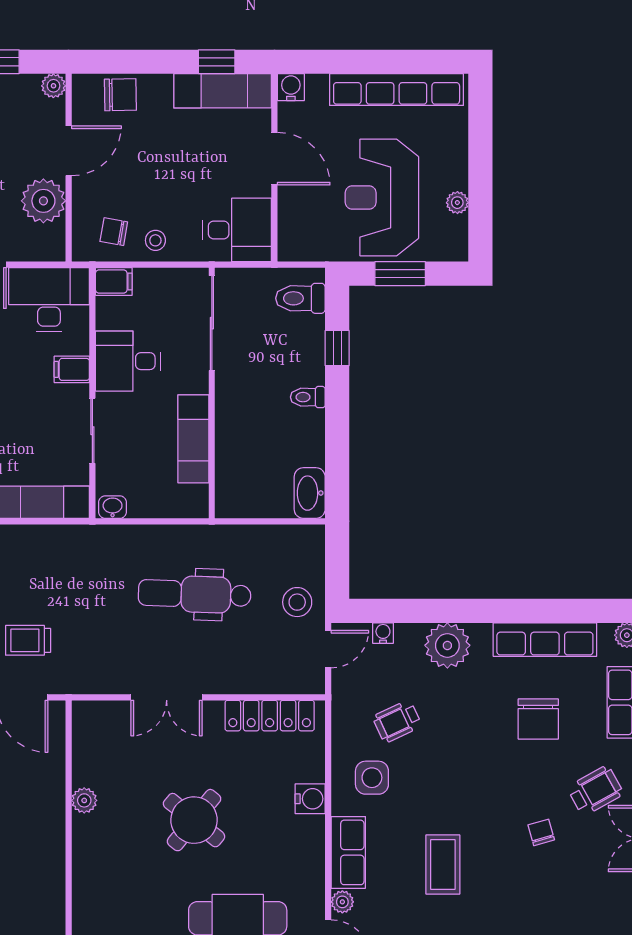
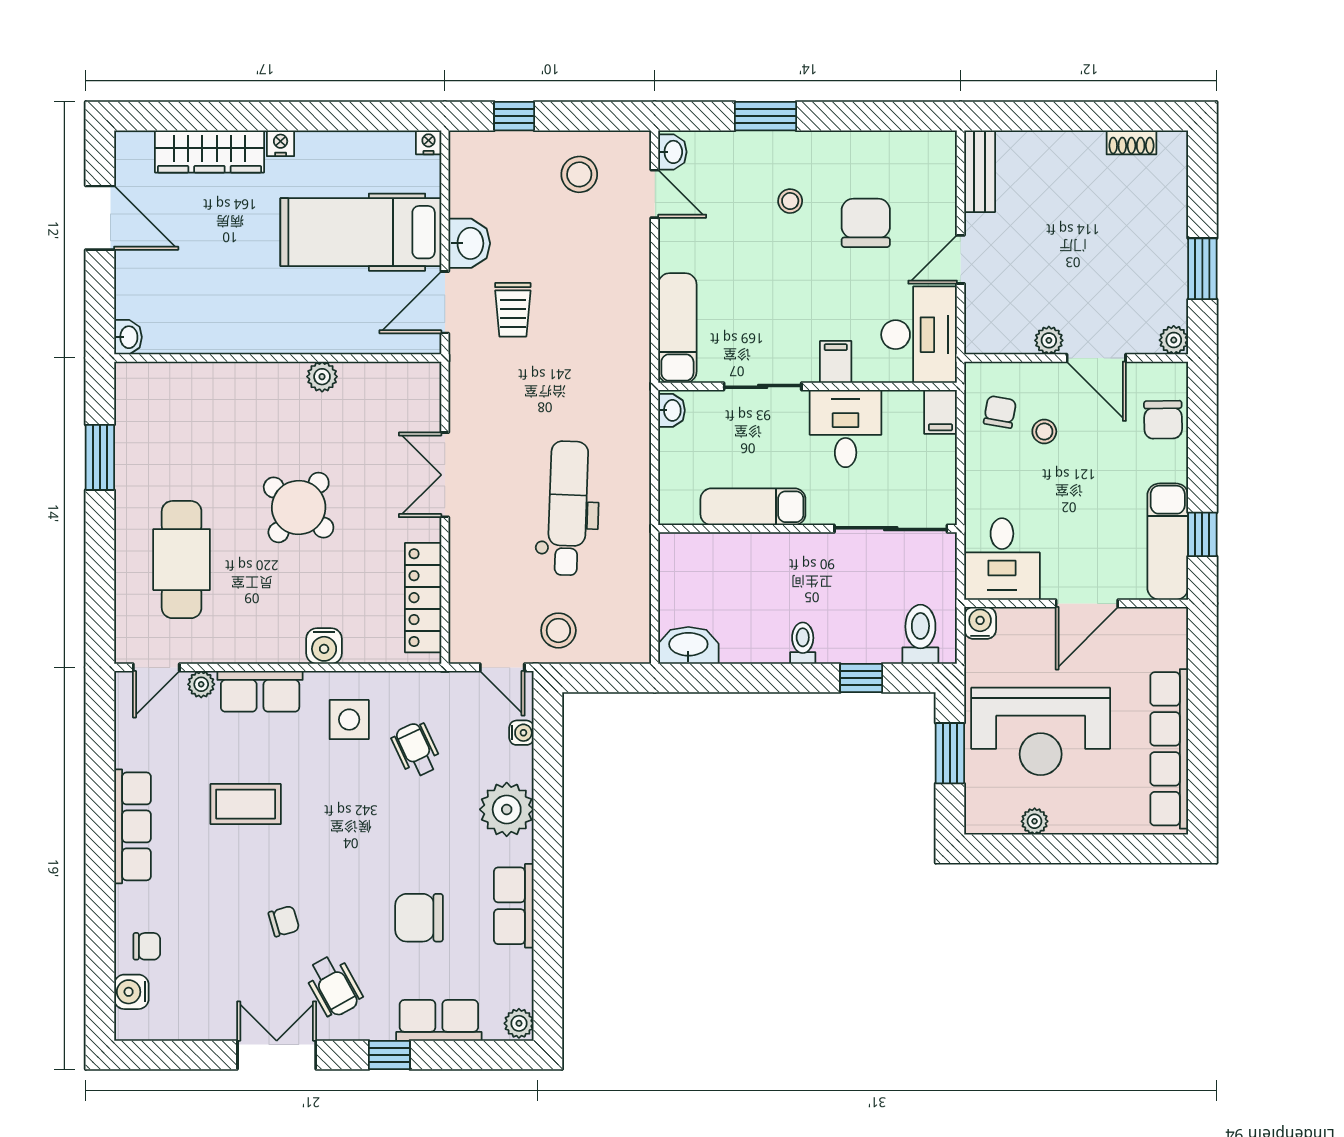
water cooler: (291, 87) -> (980, 623), moved, turned -90
reception desk: (382, 197) -> (1041, 731), turned 180
plant: (43, 201) -> (1049, 340), width x0.53, depth x0.53
stool: (155, 240) -> (1044, 432), moved
trolley: (28, 640) -> (513, 310), turned 180
row of seats: (545, 640) -> (514, 906), width x0.68

